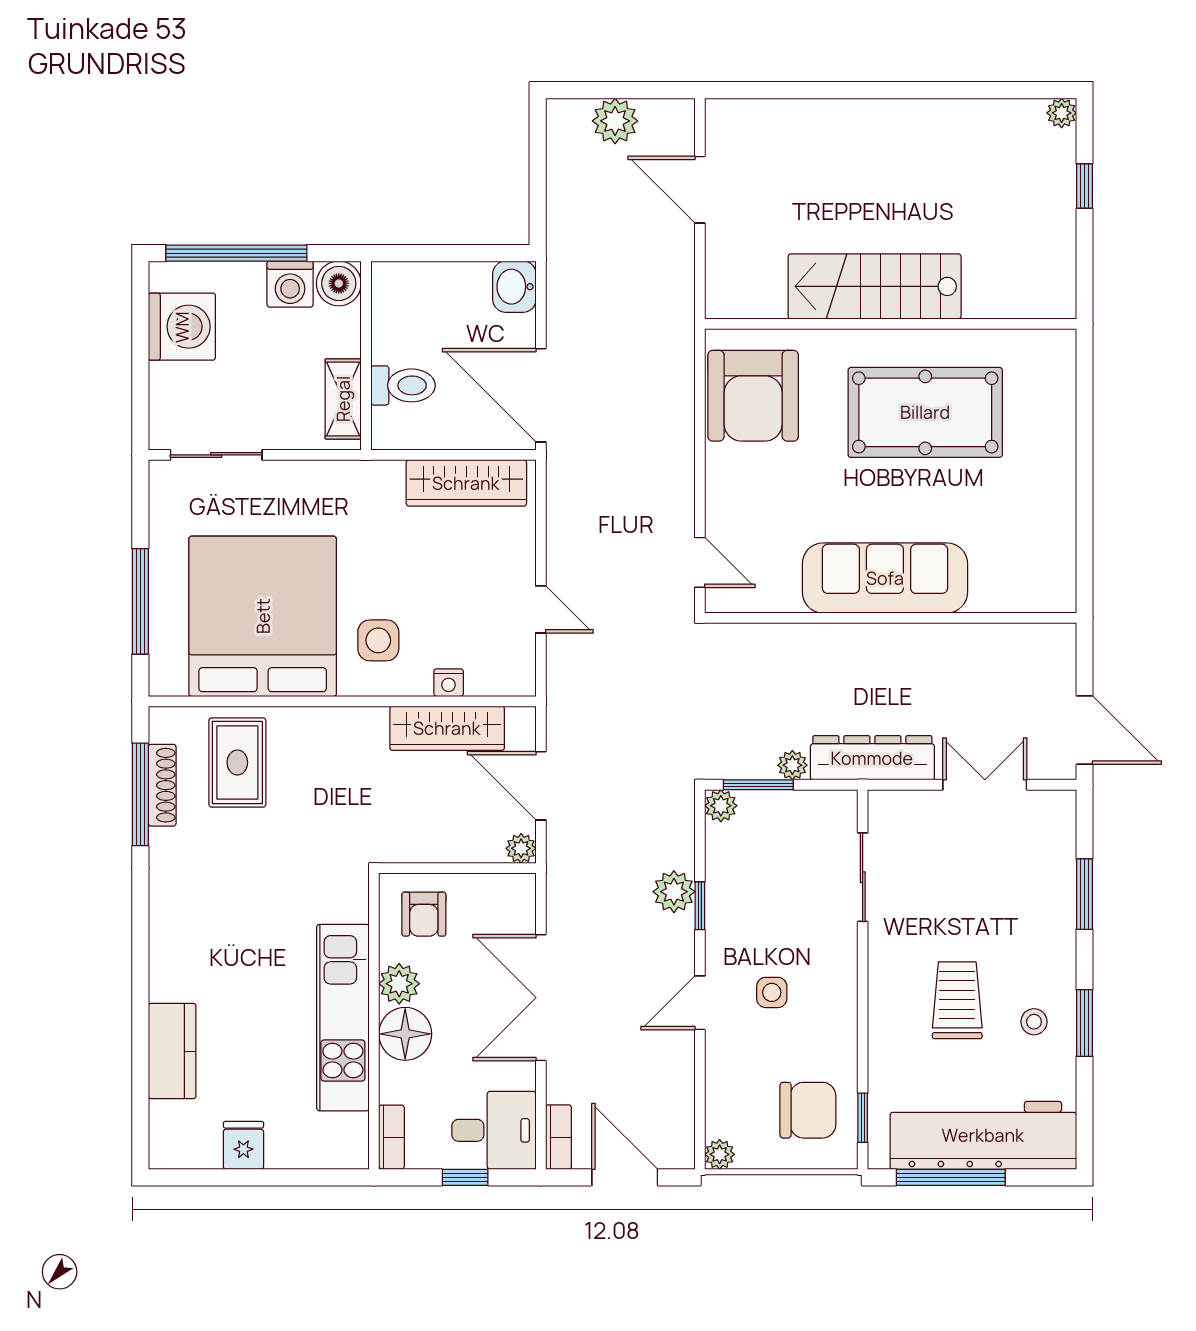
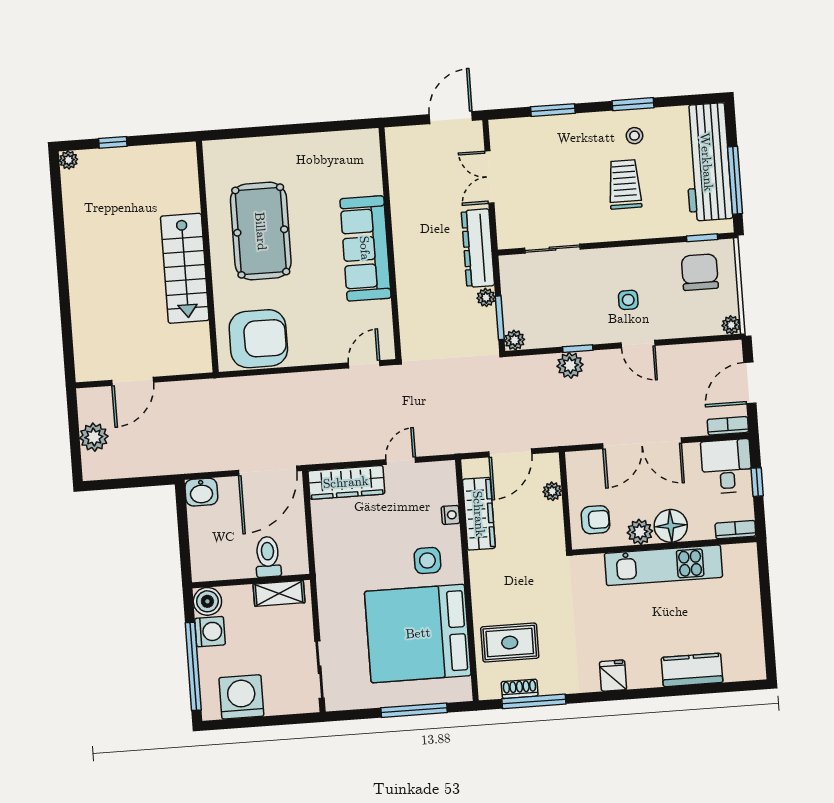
wardrobe: (466, 483) -> (346, 482), moved, turned 90
shoe rack: (162, 785) -> (520, 689), width x0.70
plant: (521, 848) -> (552, 491), moved
trolley: (957, 1000) -> (625, 184), turned 90
fridge: (243, 1145) -> (613, 676), moved, turned 90

